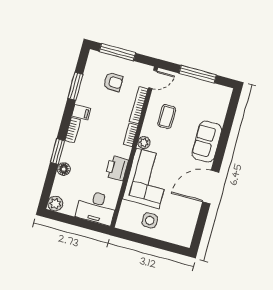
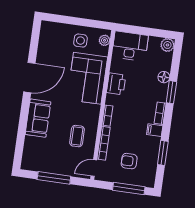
plant: (144, 143) -> (104, 40), moved

